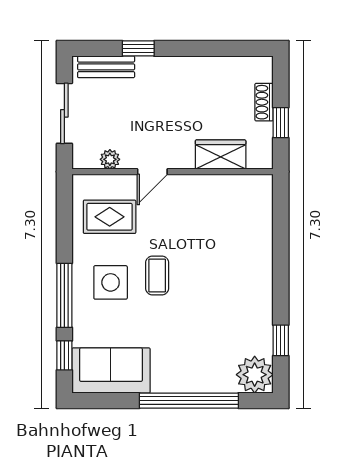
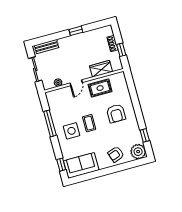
window: (138, 48) -> (76, 31), moved
rug: (110, 217) -> (100, 88), moved
armchair: (227, 270) -> (116, 113), added
window: (64, 295) -> (50, 123), moved
armchair: (200, 366) -> (116, 154), added
window: (189, 401) -> (115, 169), removed

